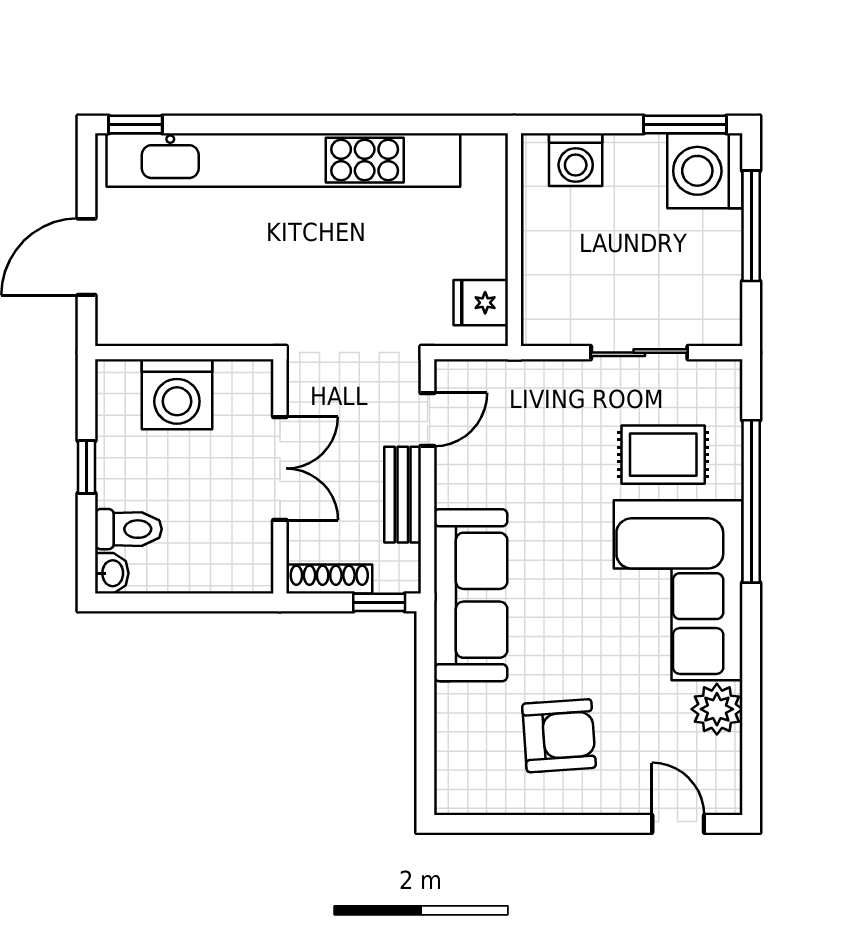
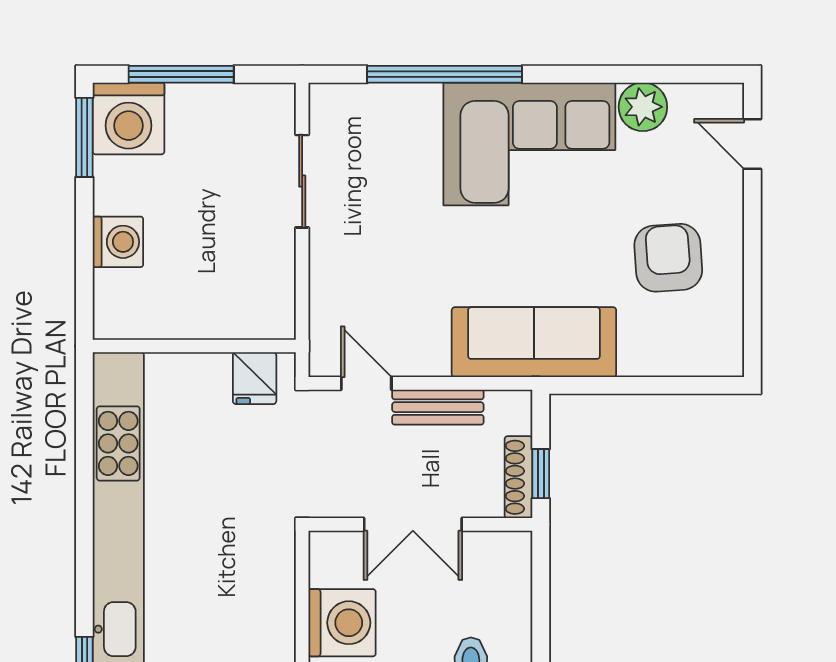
wall: (514, 240) -> (194, 346), moved
fridge: (481, 303) -> (255, 378), moved
rug: (663, 455) -> (400, 158), removed
double door: (280, 468) -> (413, 524), swing flipped
window: (379, 602) -> (541, 474), moved
door: (678, 824) -> (752, 144), hinge flipped

